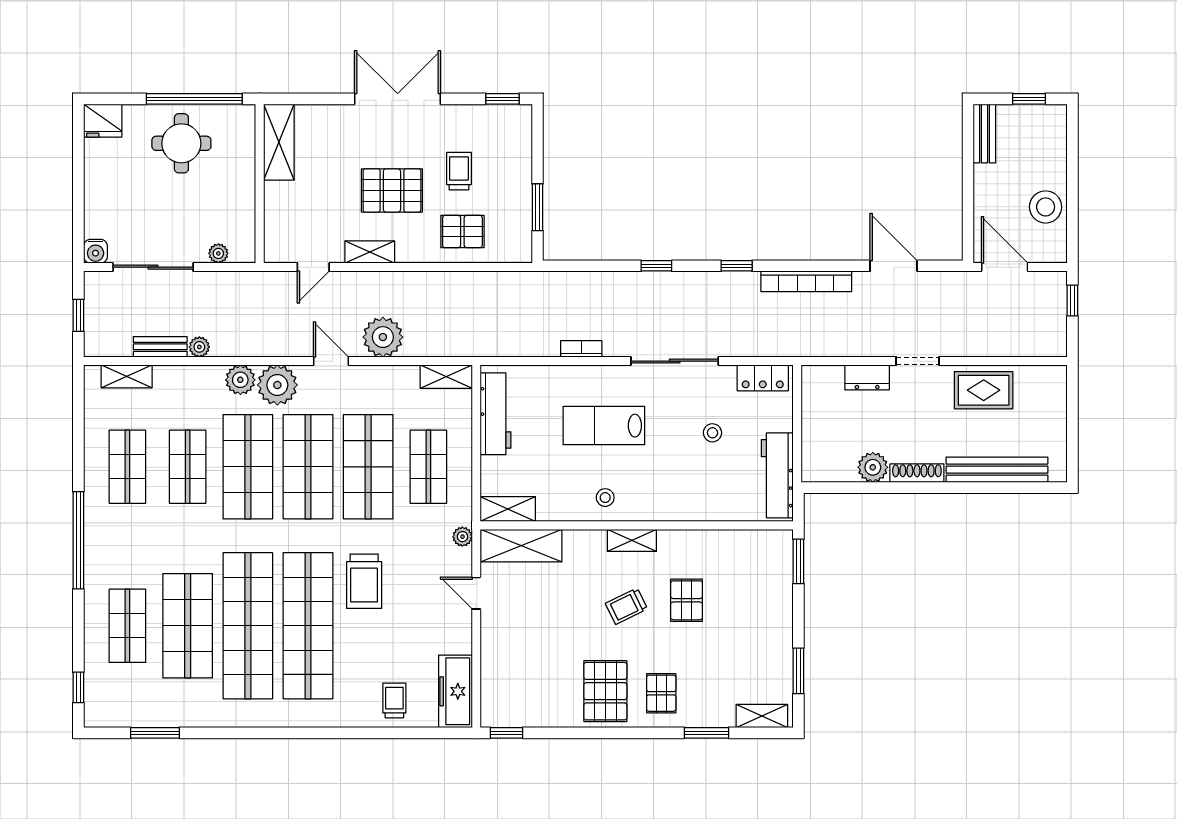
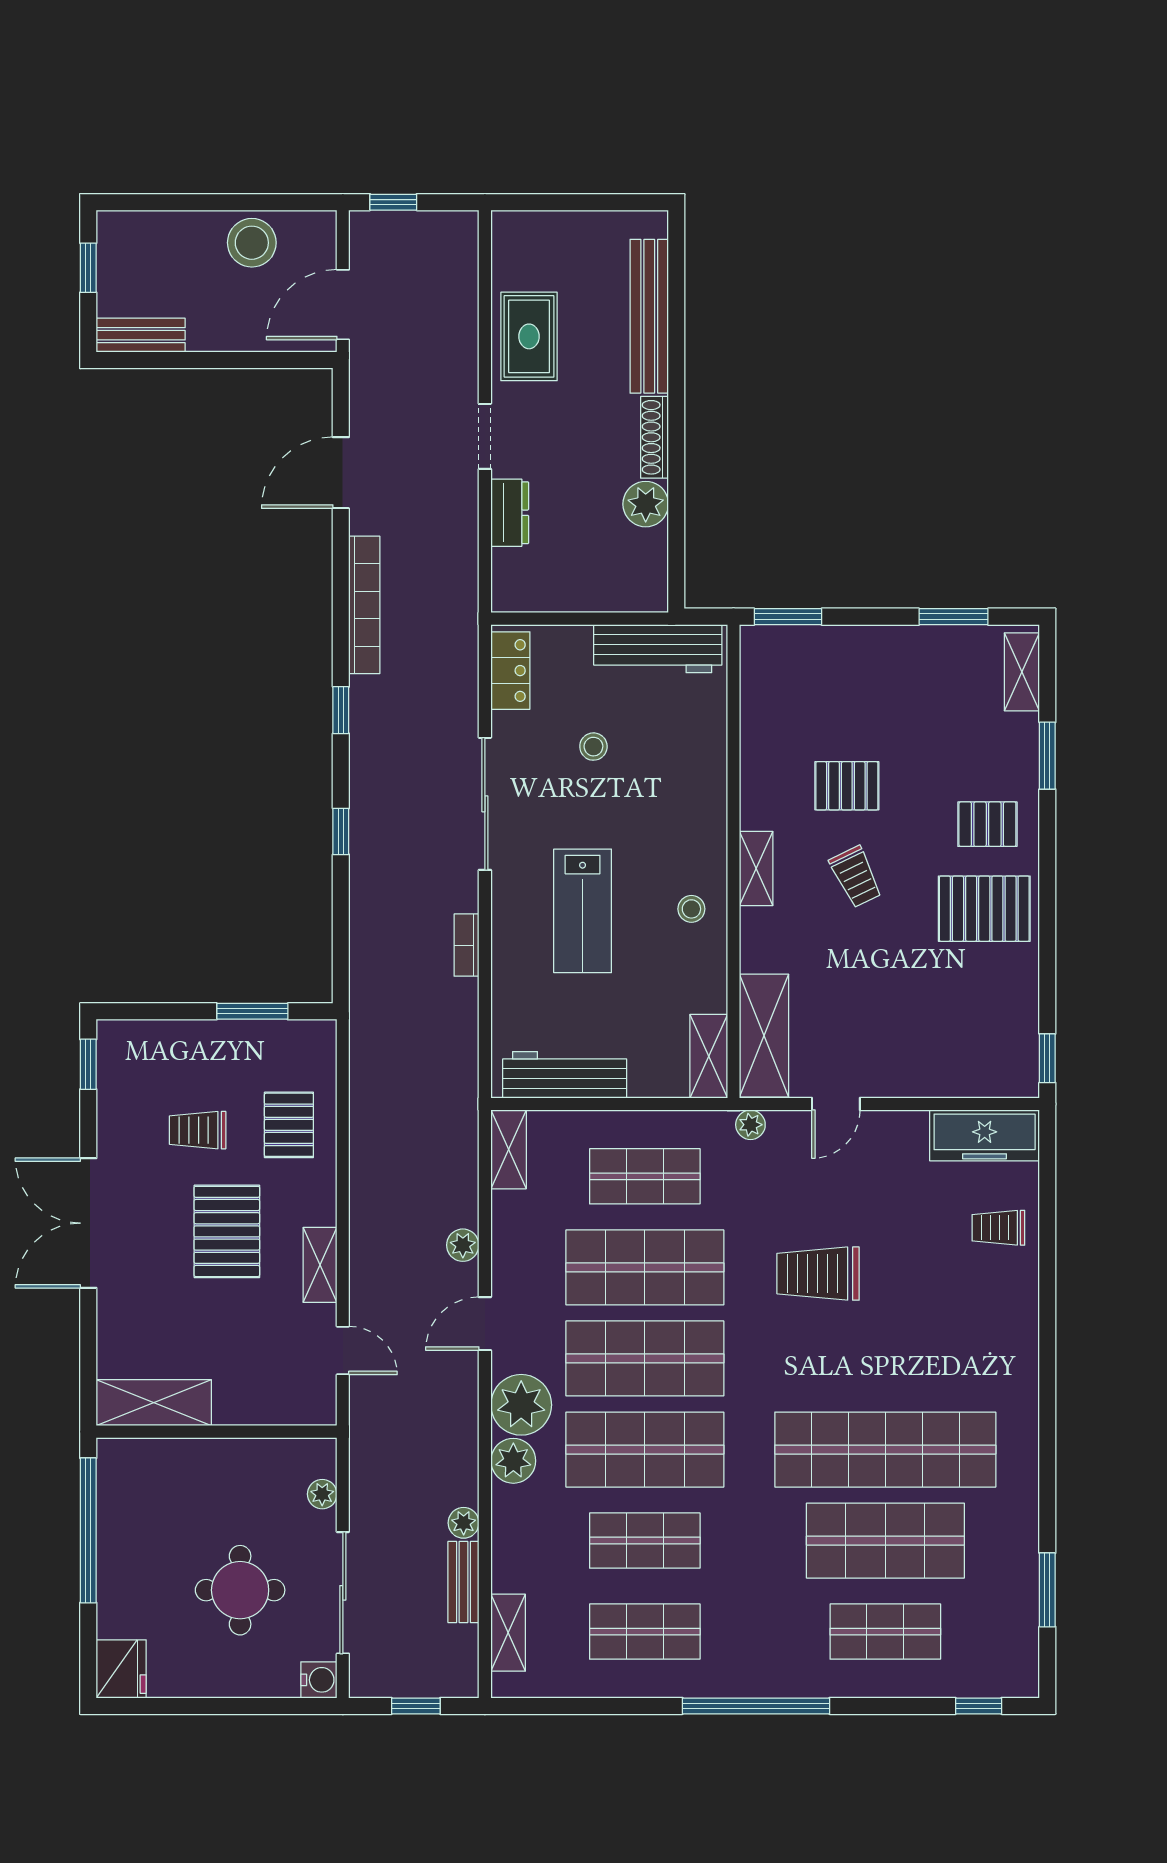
round table: (181, 143) -> (240, 1590), moved
plant: (383, 337) -> (463, 1245), width x0.53, depth x0.53
trolley: (364, 581) -> (818, 1274), turned 180
shop shelf: (308, 626) -> (885, 1358), removed

